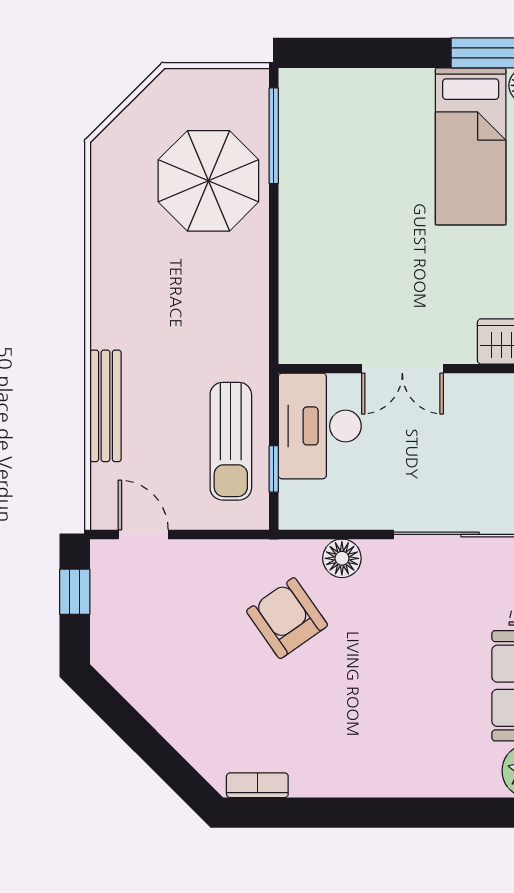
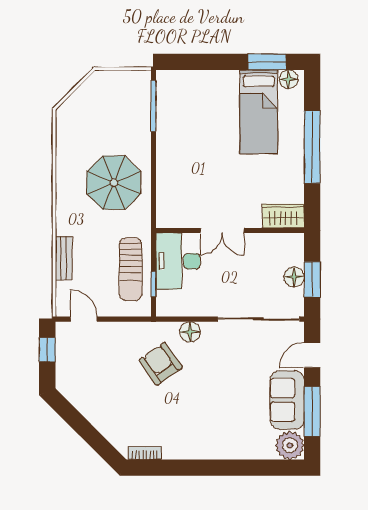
parasol: (208, 181) -> (114, 183), moved
bench: (105, 406) -> (64, 258), width x0.73

